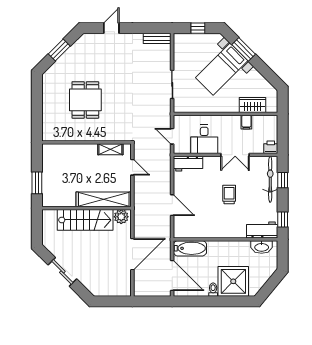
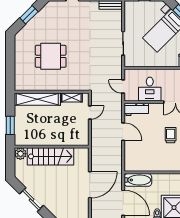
dining table: (85, 100) -> (51, 56), turned 90
door: (132, 167) -> (90, 112), hinge flipped
shelving: (104, 199) -> (37, 99), moved
door: (172, 205) -> (123, 132), moved
plant: (121, 217) -> (20, 154), moved

